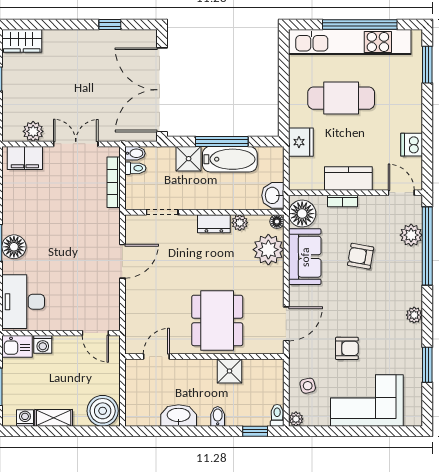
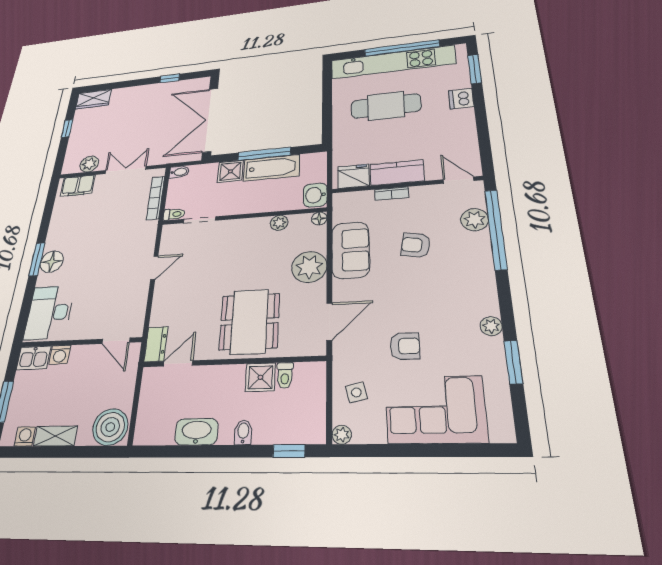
fridge: (301, 142) -> (354, 176), moved, turned -90
dishwasher: (412, 145) -> (461, 99), moved
toilet: (135, 168) -> (174, 214), moved
floor lamp: (302, 214) -> (347, 209), removed
dresser: (214, 224) -> (156, 344), moved, turned -90
plant: (268, 250) -> (309, 267), moved
door: (122, 261) -> (154, 268), width x0.73
plant: (414, 315) -> (491, 326), moved
toilet: (277, 415) -> (285, 375), moved, turned 180

